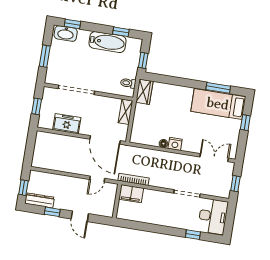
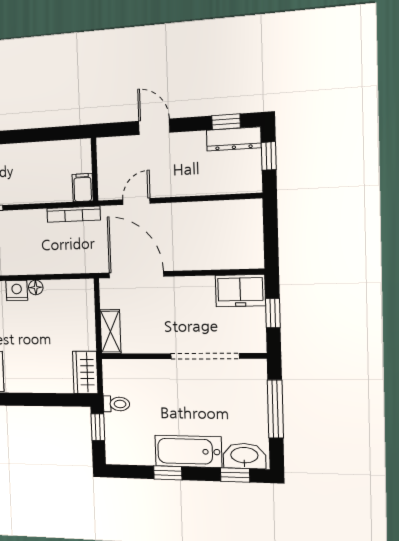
window: (121, 32) -> (168, 473), moved
bathtub: (108, 42) -> (188, 451), moved
window: (45, 56) -> (275, 409), width x1.44
toilet: (128, 83) -> (116, 404), moved
freezer: (67, 124) -> (240, 291), moved
filing cabinet: (131, 194) -> (83, 188), width x0.50
window: (52, 212) -> (226, 122), moved

